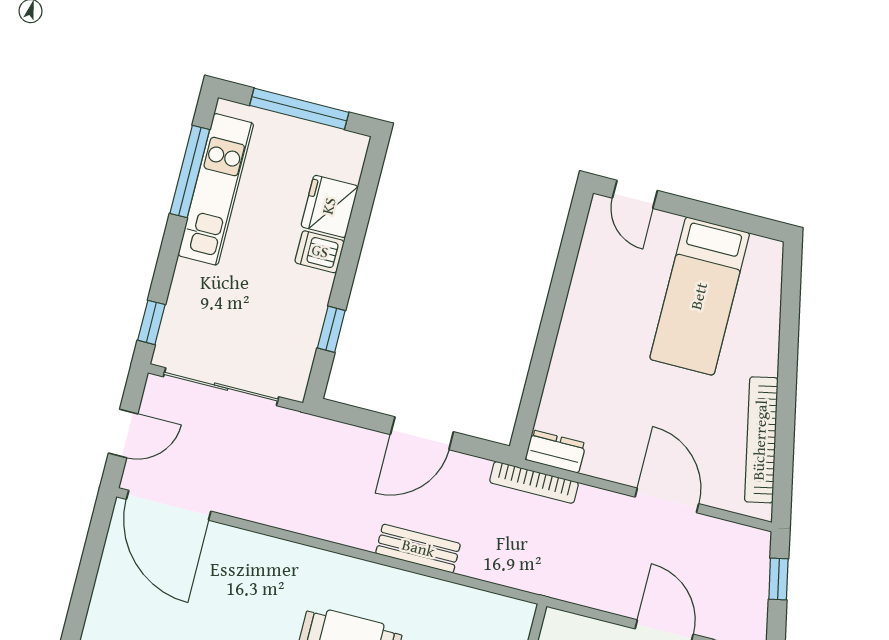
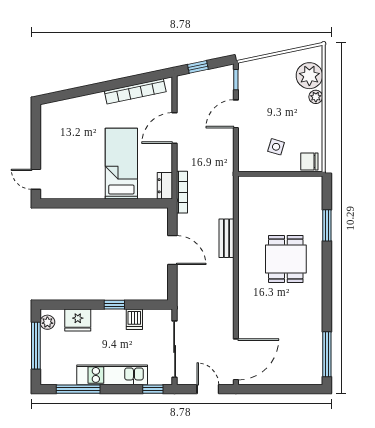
plant: (341, 144) -> (47, 322), added
kitchen unit: (216, 189) -> (112, 375), moved
door: (635, 194) -> (36, 179), swing flipped
dishwasher: (320, 252) -> (134, 319), moved
bed: (700, 296) -> (121, 164), moved, turned -90
window: (331, 329) -> (114, 305), moved

